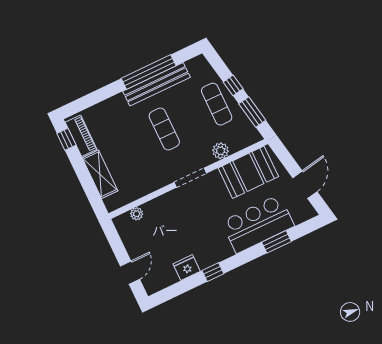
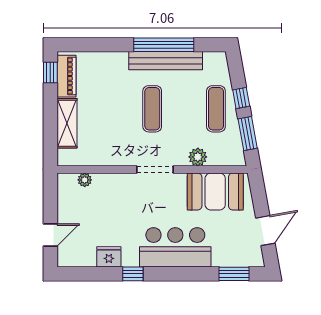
bar counter: (258, 224) -> (175, 247), moved
window: (276, 242) -> (234, 274), moved

